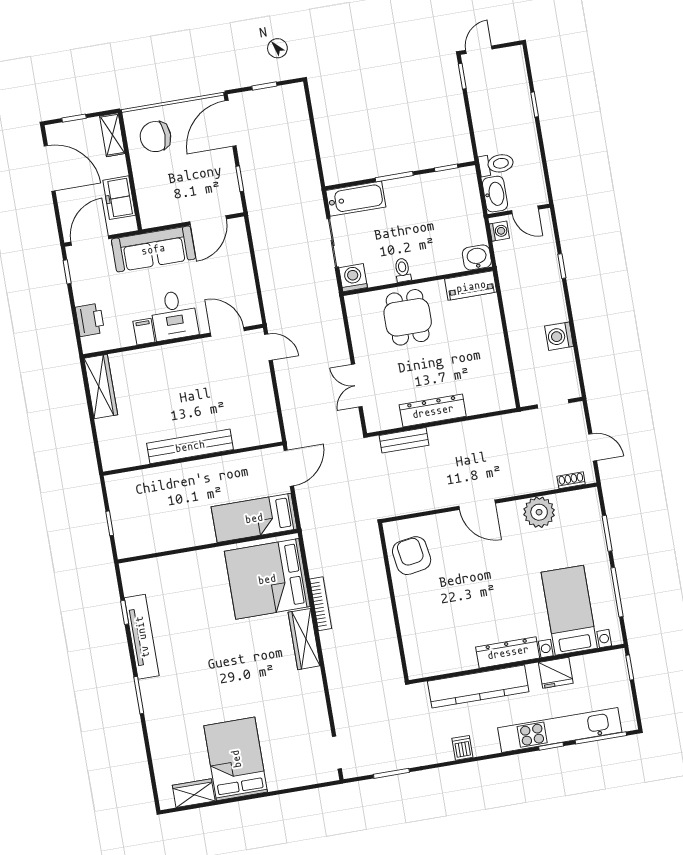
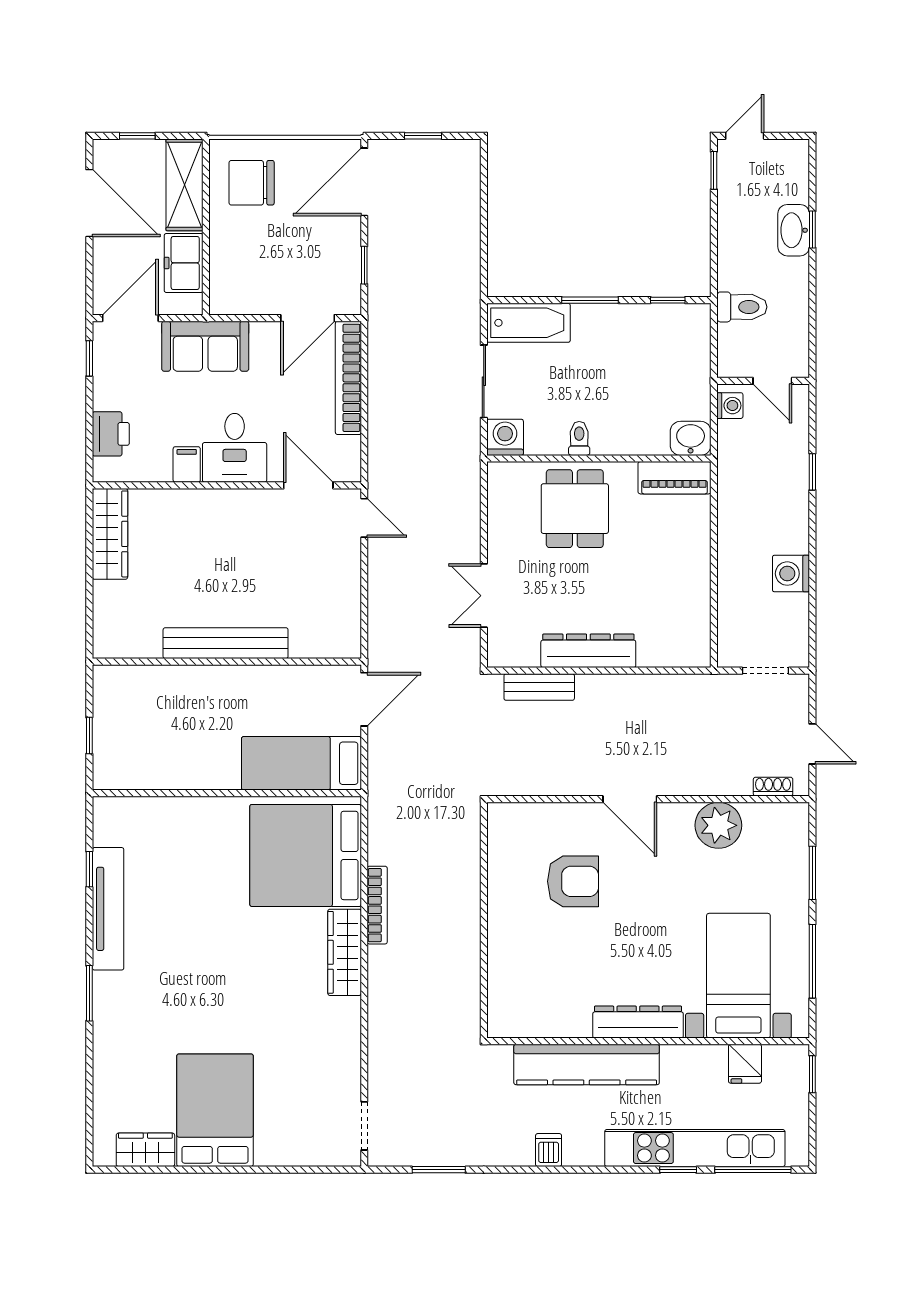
shelving: (112, 135) -> (184, 185), width x1.50, depth x1.33
washbasin: (495, 194) -> (794, 230), moved, turned 180
sofa: (153, 249) -> (205, 346), width x0.73
bookcase: (242, 256) -> (348, 378), added
armchair: (412, 556) -> (573, 881), moved, turned 99
fridge: (556, 673) -> (745, 1064), moved, width x0.72

